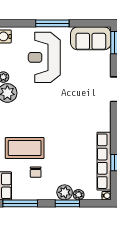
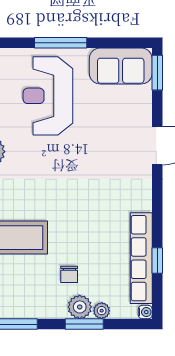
chair: (36, 172) -> (69, 274), moved

